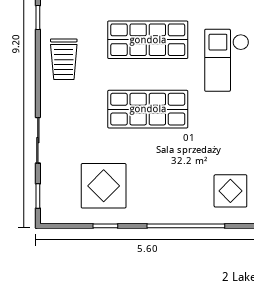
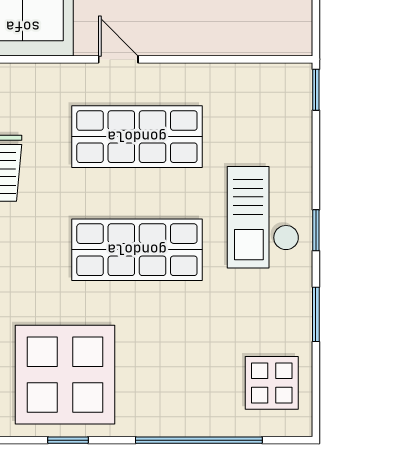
checkout: (227, 60) -> (263, 217), moved
display table: (104, 186) -> (65, 375), width x1.36, depth x1.36

